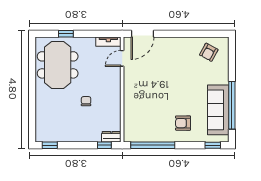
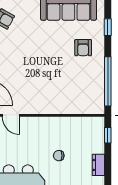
dresser: (111, 137) -> (98, 165), moved
window: (213, 145) -> (108, 27), moved

